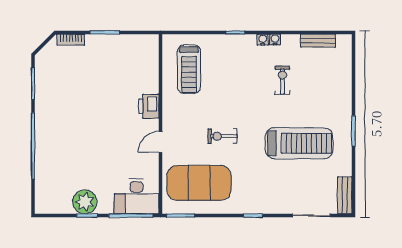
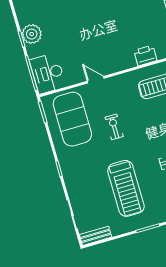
printer: (149, 106) -> (145, 56), moved

